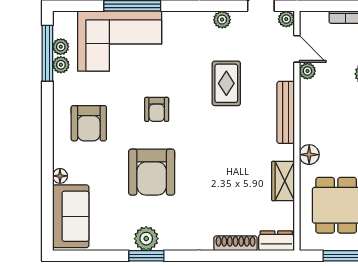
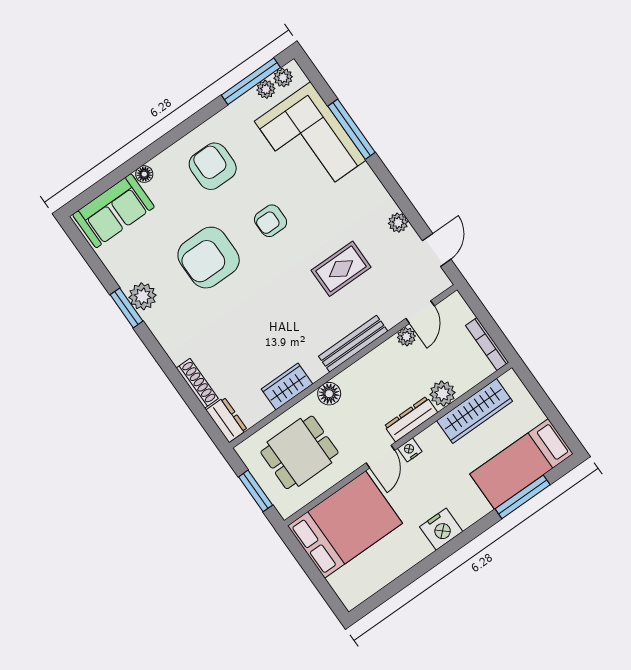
plant: (286, 19) -> (441, 282), removed
plant: (61, 65) -> (283, 77), moved
armchair: (89, 123) -> (213, 166), turned 90

